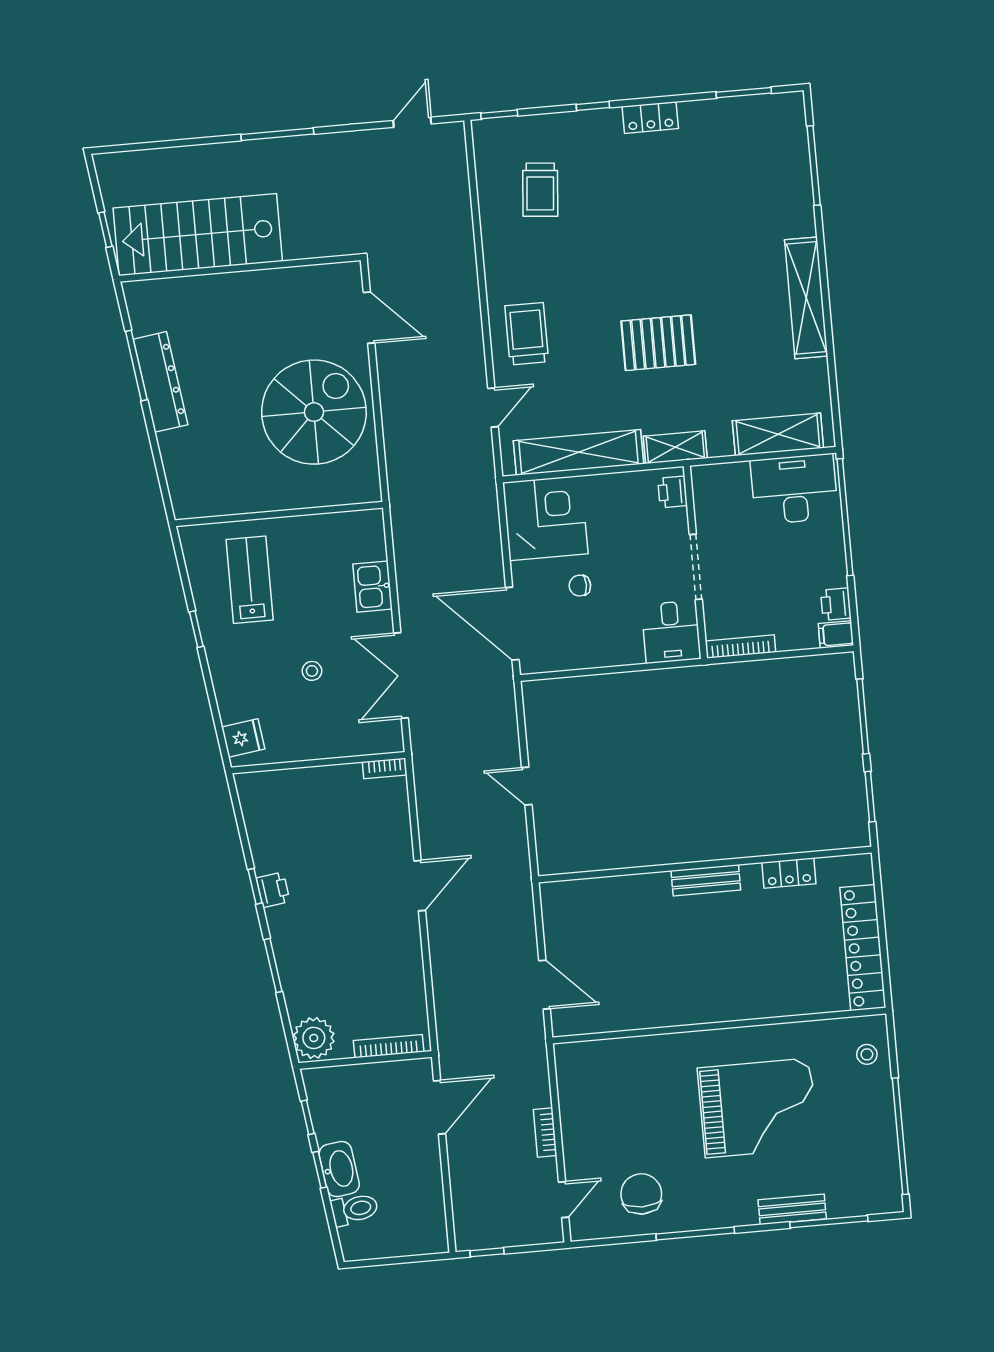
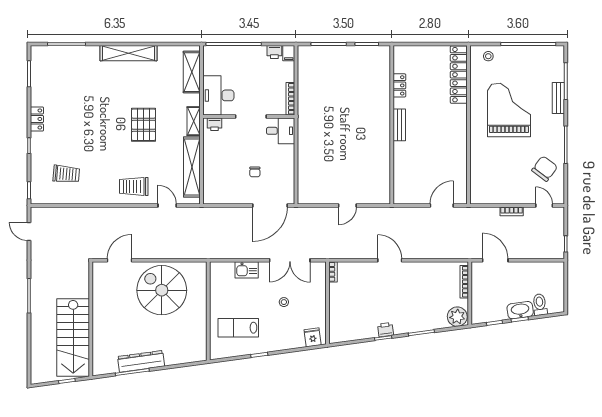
desk: (794, 489) -> (218, 95), moved
corner desk: (545, 518) -> (222, 185), removed
locker: (863, 948) -> (459, 75), moved, turned 90
chair: (641, 1194) -> (545, 169), turned 127

